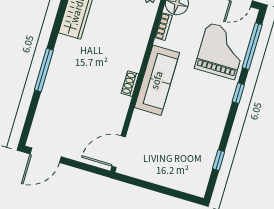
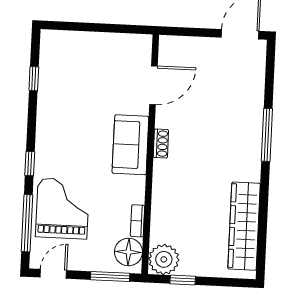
grand piano: (221, 51) -> (62, 209), turned 180
sofa: (157, 80) -> (130, 145), width x0.73
door: (119, 152) -> (153, 85), moved

